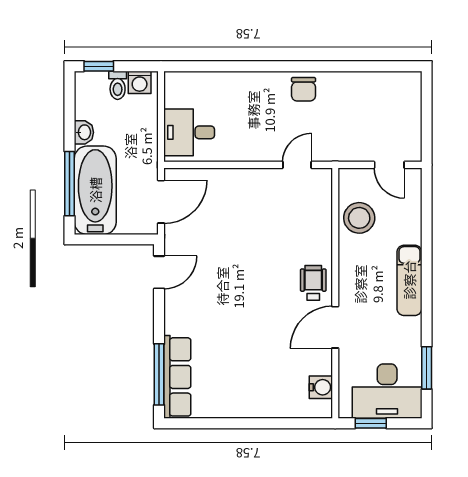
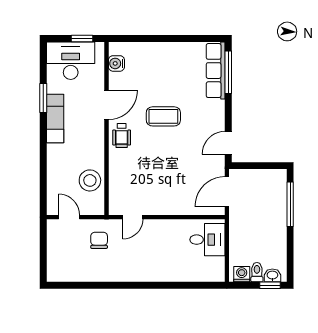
chair: (304, 89) -> (99, 240), moved
washbasin: (84, 132) -> (272, 275), moved, turned 90
bathtub: (95, 190) -> (272, 200), removed
exam couch: (409, 280) -> (55, 118), moved
coffee table: (253, 311) -> (163, 116), added
window: (427, 368) -> (43, 98), moved

